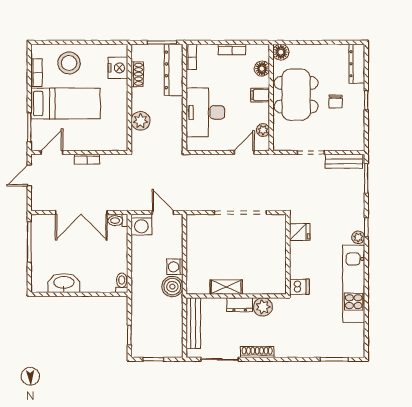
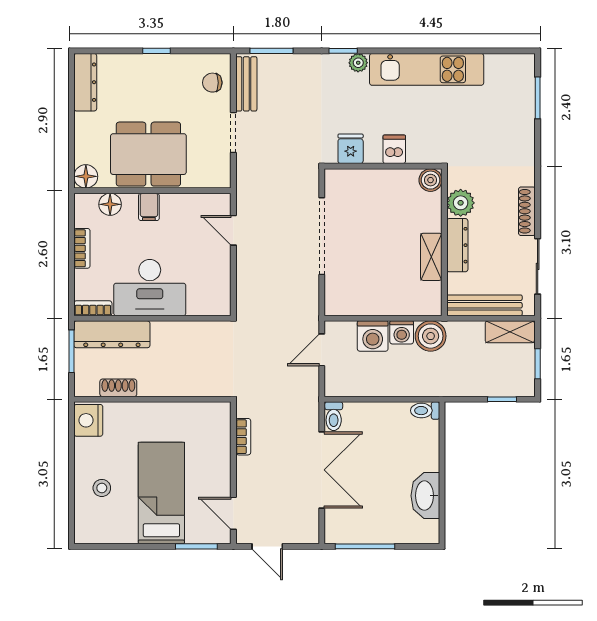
stool: (69, 63) -> (102, 488), width x0.53, depth x0.53
dresser: (357, 64) -> (85, 82), moved, turned -90
nightstand: (118, 68) -> (88, 420), moved, turned -90
bookcase: (37, 73) -> (116, 536), removed
chair: (336, 102) -> (212, 83), moved, turned 180
desk: (205, 112) -> (150, 288), moved
plant: (140, 121) -> (187, 383), removed
plant: (263, 130) -> (200, 203), removed
bookcase: (87, 159) -> (243, 437), moved
washing machine: (141, 225) -> (373, 336), moved, turned 90
boiler: (278, 286) -> (431, 180), added
dishwasher: (299, 287) -> (394, 149), moved
dresser: (240, 305) -> (457, 245), width x1.44
shelving: (175, 340) -> (510, 332), added

